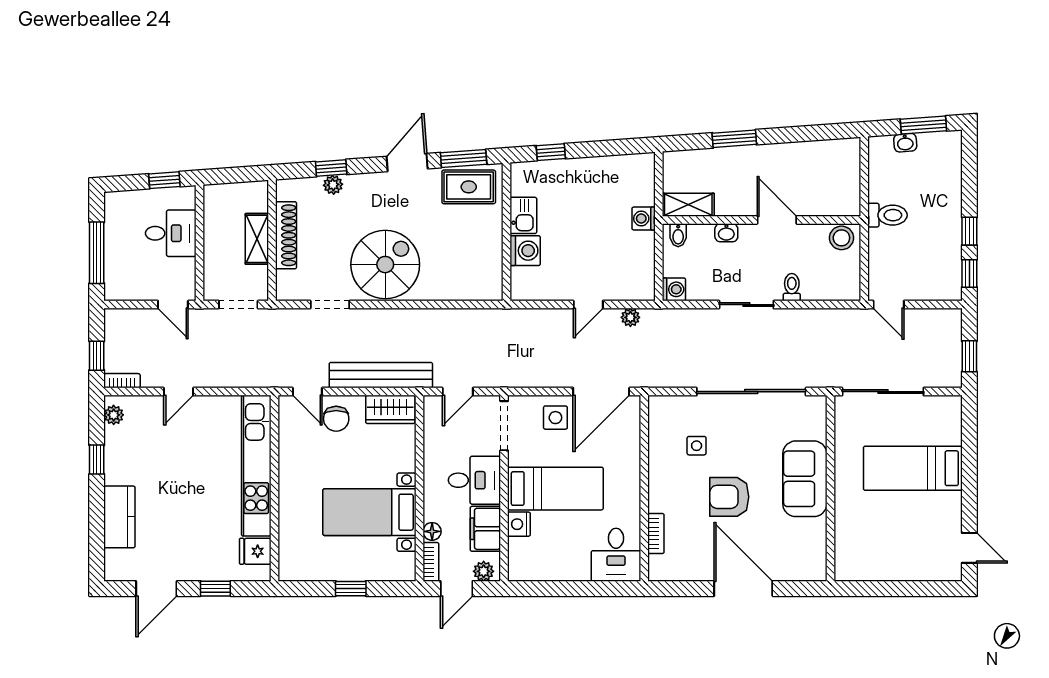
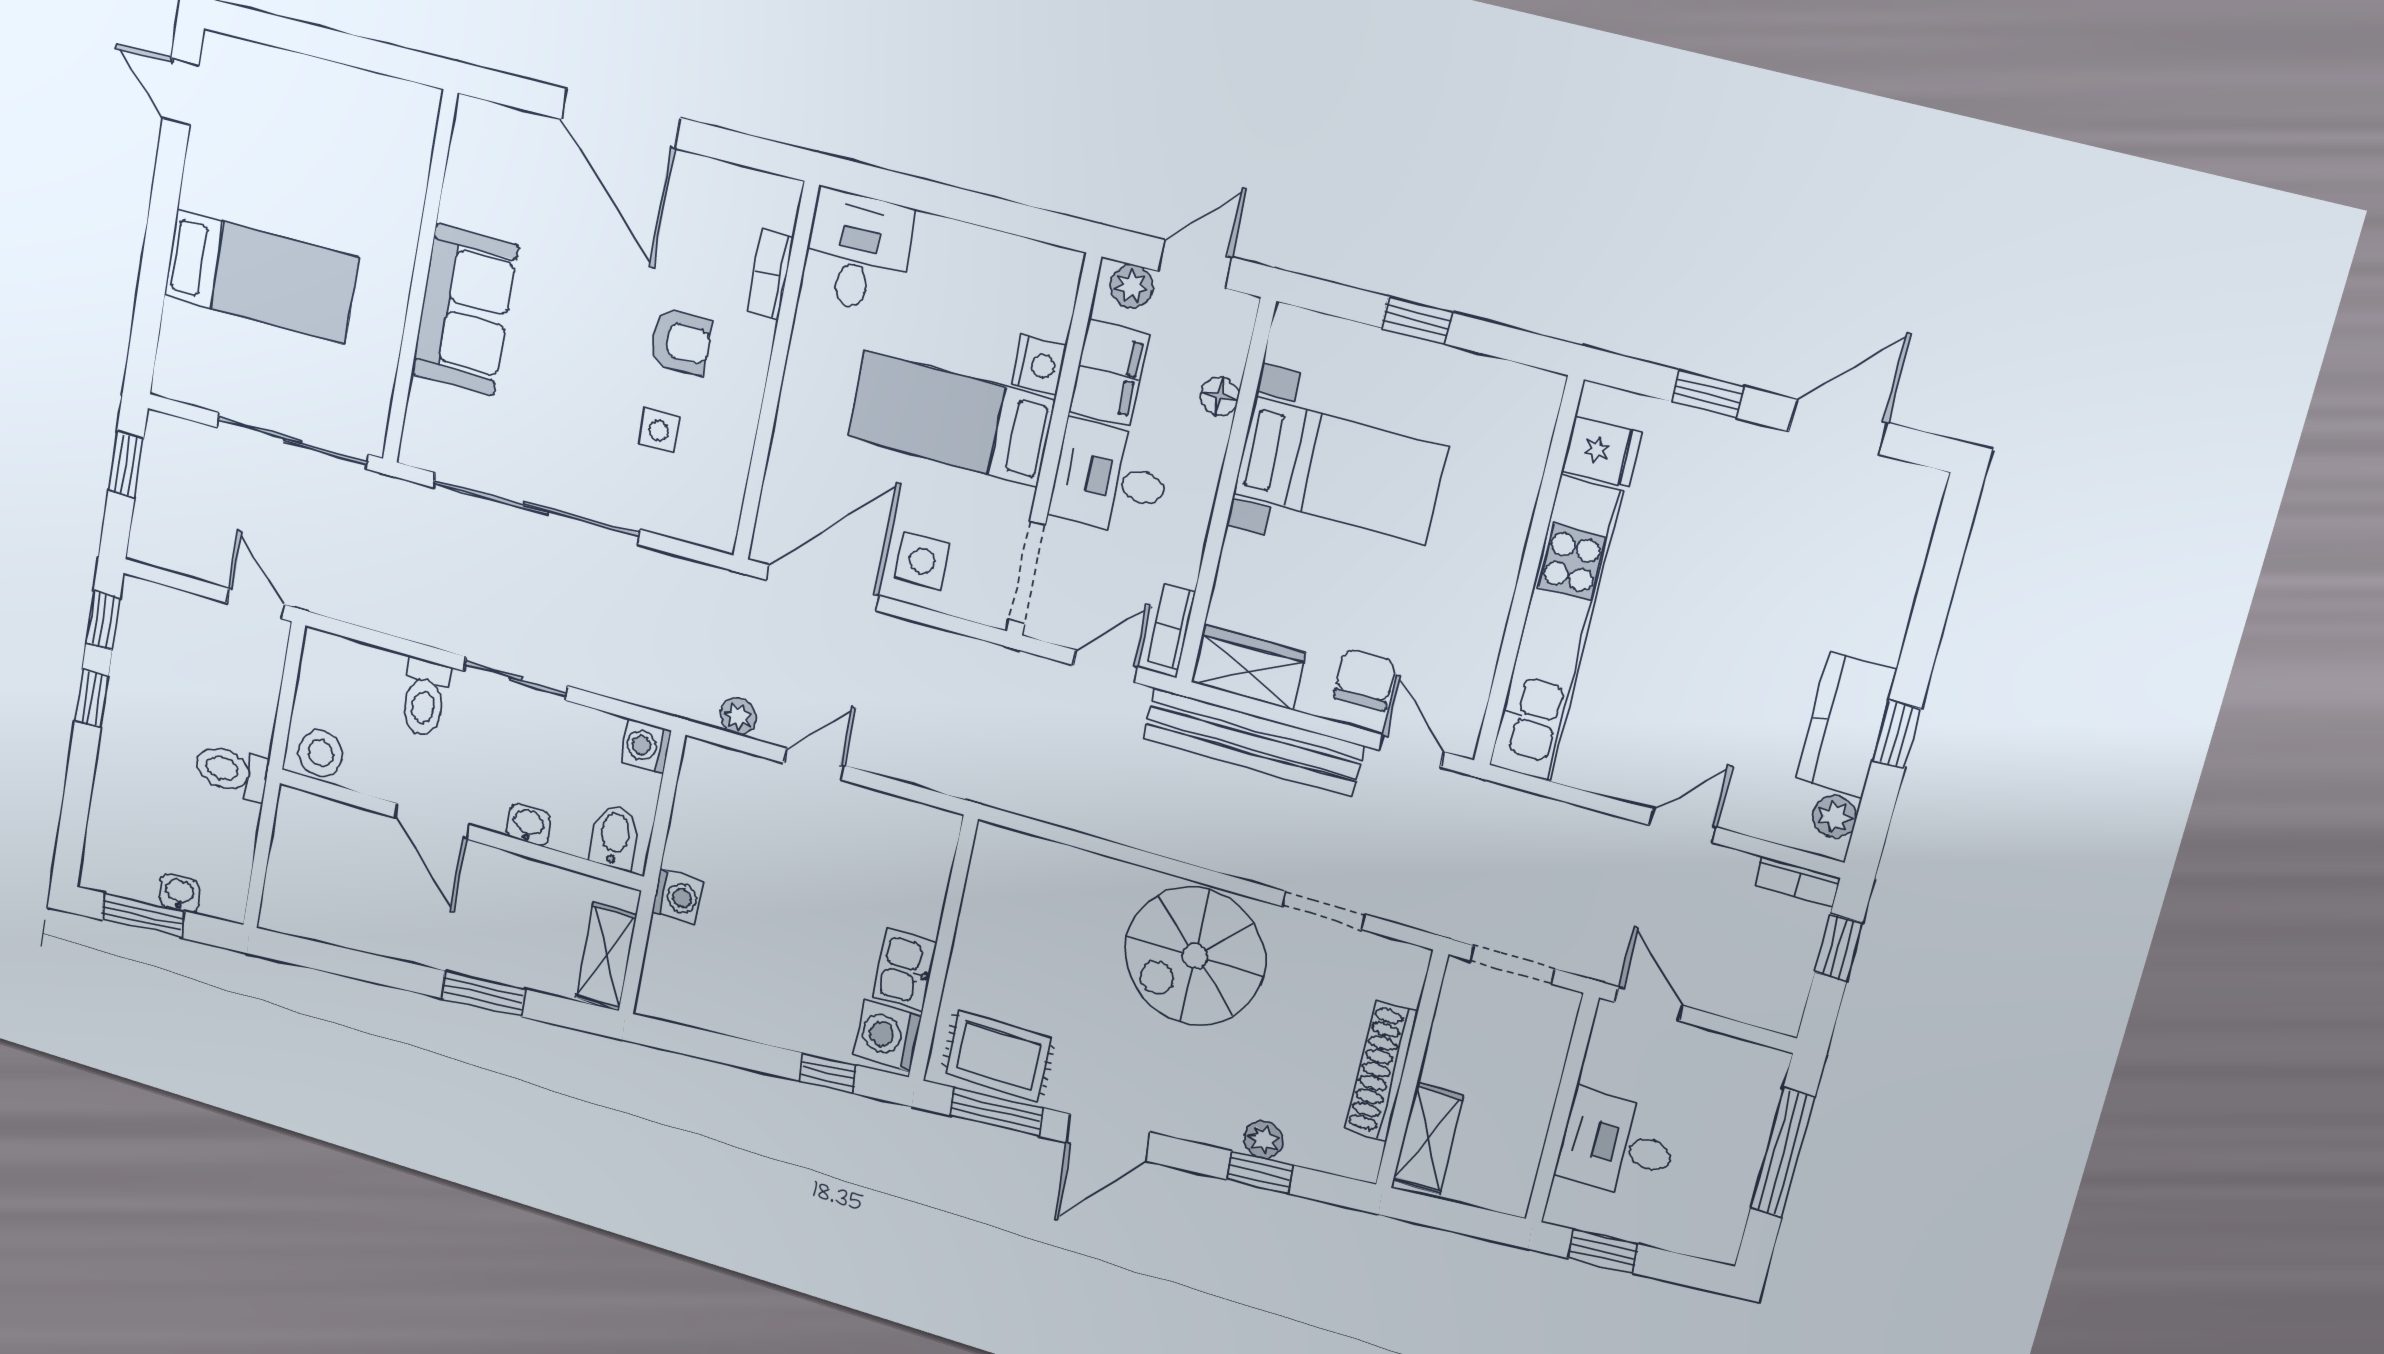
shelving: (688, 205) -> (607, 956), moved, turned 90
bidet: (678, 235) -> (615, 837), width x1.38, depth x1.36
shelving: (257, 239) -> (1428, 1138), moved
washing machine: (525, 251) -> (887, 1035), moved
toilet: (792, 287) -> (425, 697), width x1.37, depth x1.39
armchair: (729, 497) -> (680, 342), moved, width x0.72, depth x0.72
kitchen counter: (119, 517) -> (1846, 725), moved
bookcase: (431, 562) -> (1171, 626), moved

